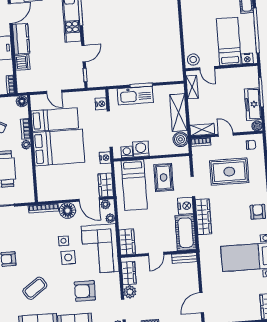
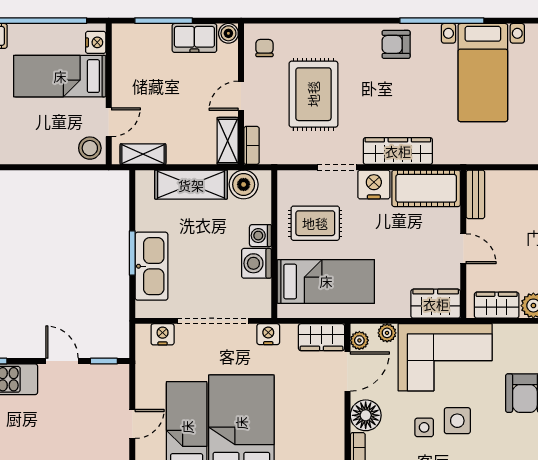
freezer: (253, 104) -> (194, 38), width x0.71
washing machine: (127, 152) -> (260, 236), moved

